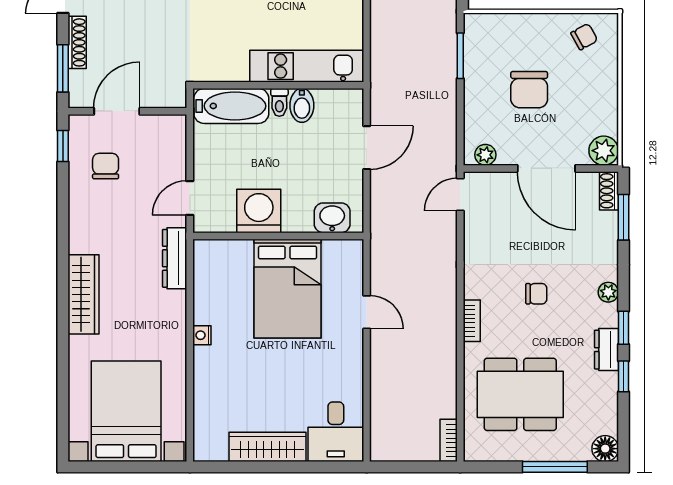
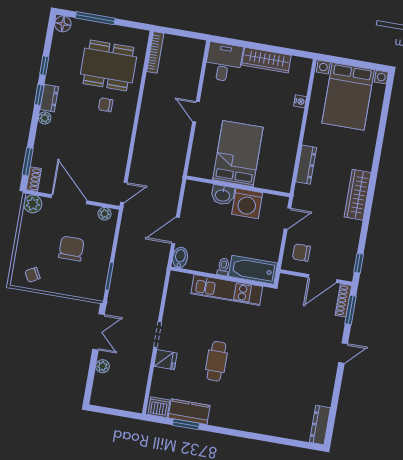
shoe rack: (77, 42) -> (343, 300), moved
kitchen unit: (307, 66) -> (227, 290), moved
bidet: (302, 105) -> (180, 258), moved
chair: (106, 166) -> (301, 253), moved, turned 90
washbasin: (332, 218) -> (223, 195), moved
dresser: (175, 258) -> (306, 165), moved
wardrobe: (83, 294) -> (358, 195), moved
chair: (536, 294) -> (106, 105), moved
door: (367, 312) -> (196, 112), moved
bookcase: (472, 321) -> (130, 115), removed
nightstand: (202, 335) -> (300, 101), moved
dresser: (606, 350) -> (49, 98), moved
bookcase: (449, 440) -> (155, 52), width x1.56

